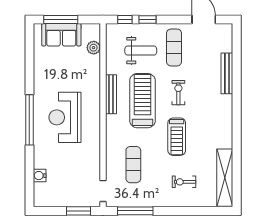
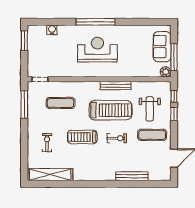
window: (61, 20) -> (174, 57), moved
plant: (94, 48) -> (166, 72), moved
window: (79, 211) -> (24, 41), moved

